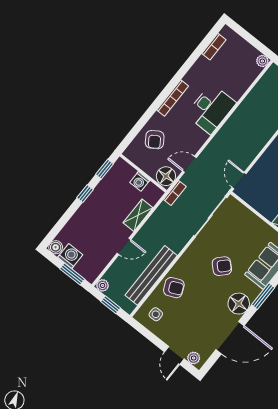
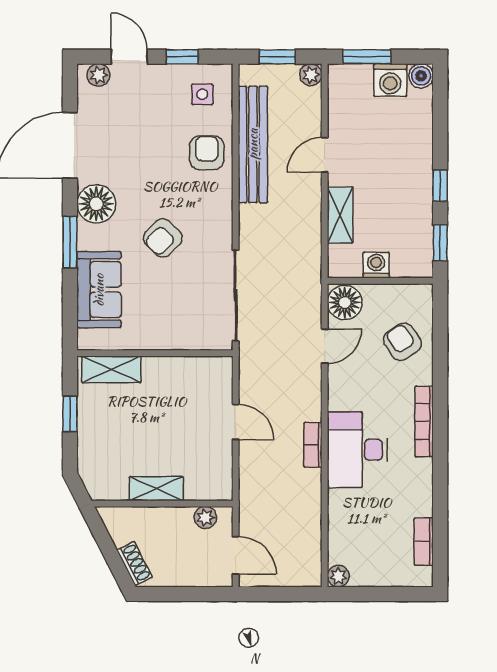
door: (239, 181) -> (236, 422), moved
bookcase: (175, 193) -> (313, 445), moved
armchair: (174, 288) -> (207, 153), turned 114
window: (151, 337) -> (182, 57), added

